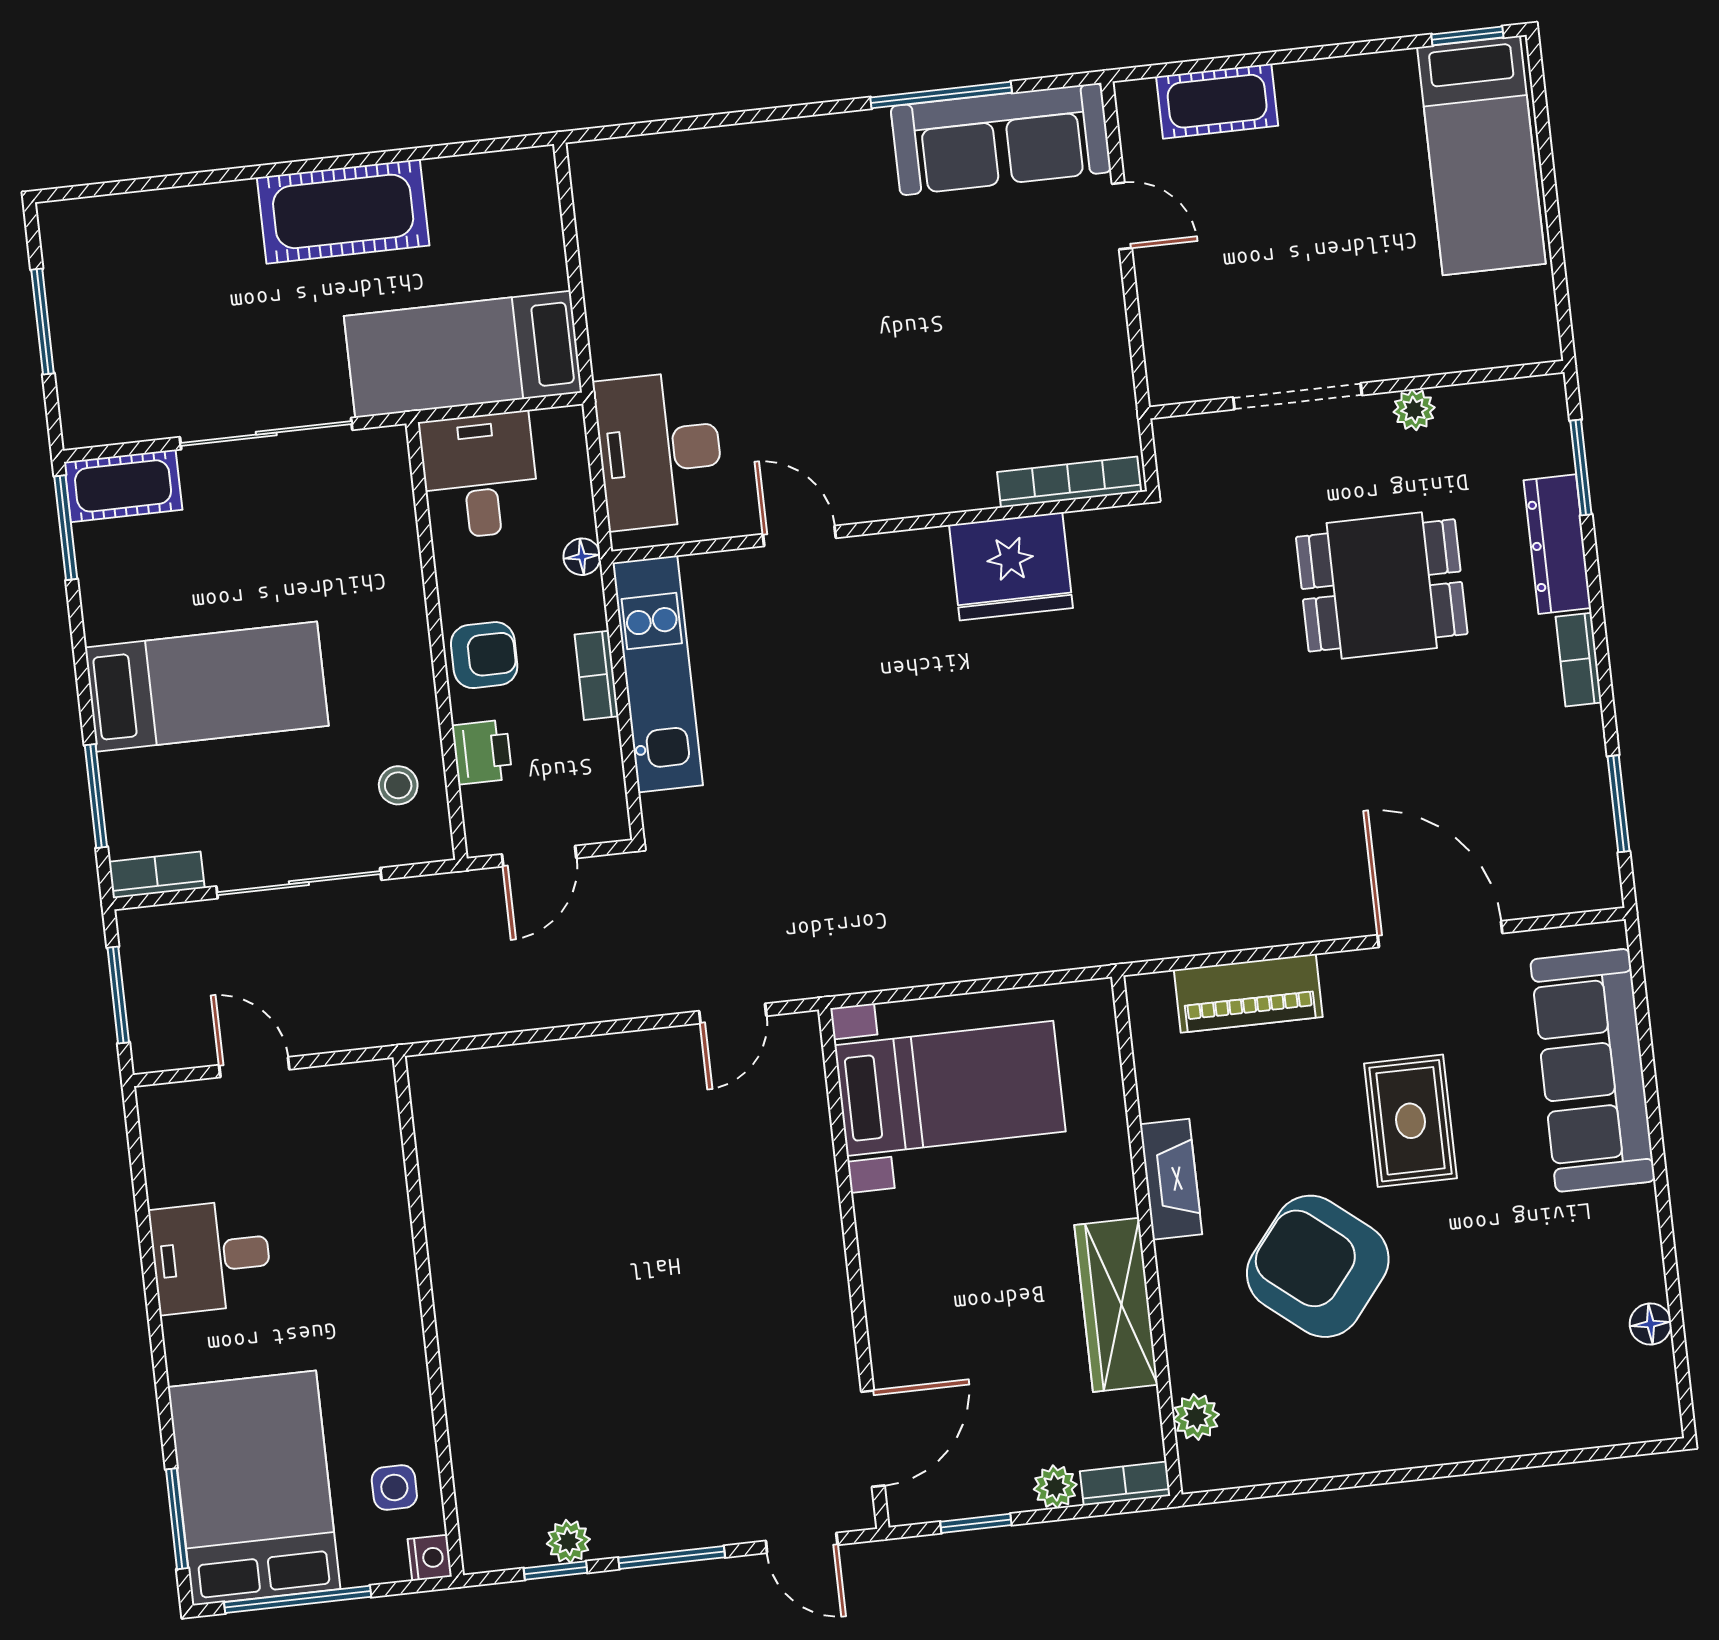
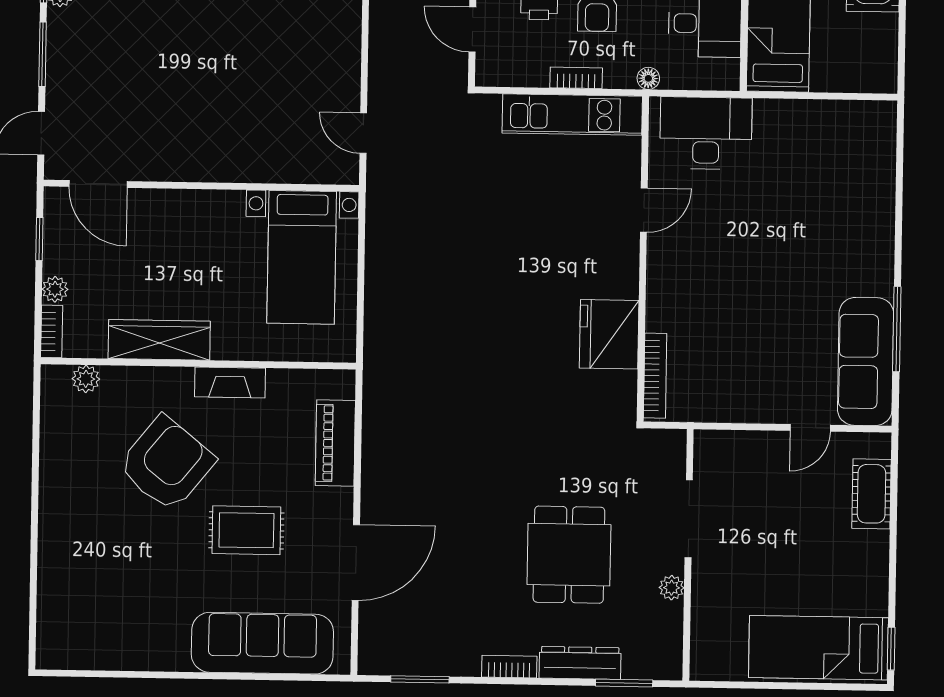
floor lamp: (1650, 1324) -> (106, 658), removed

